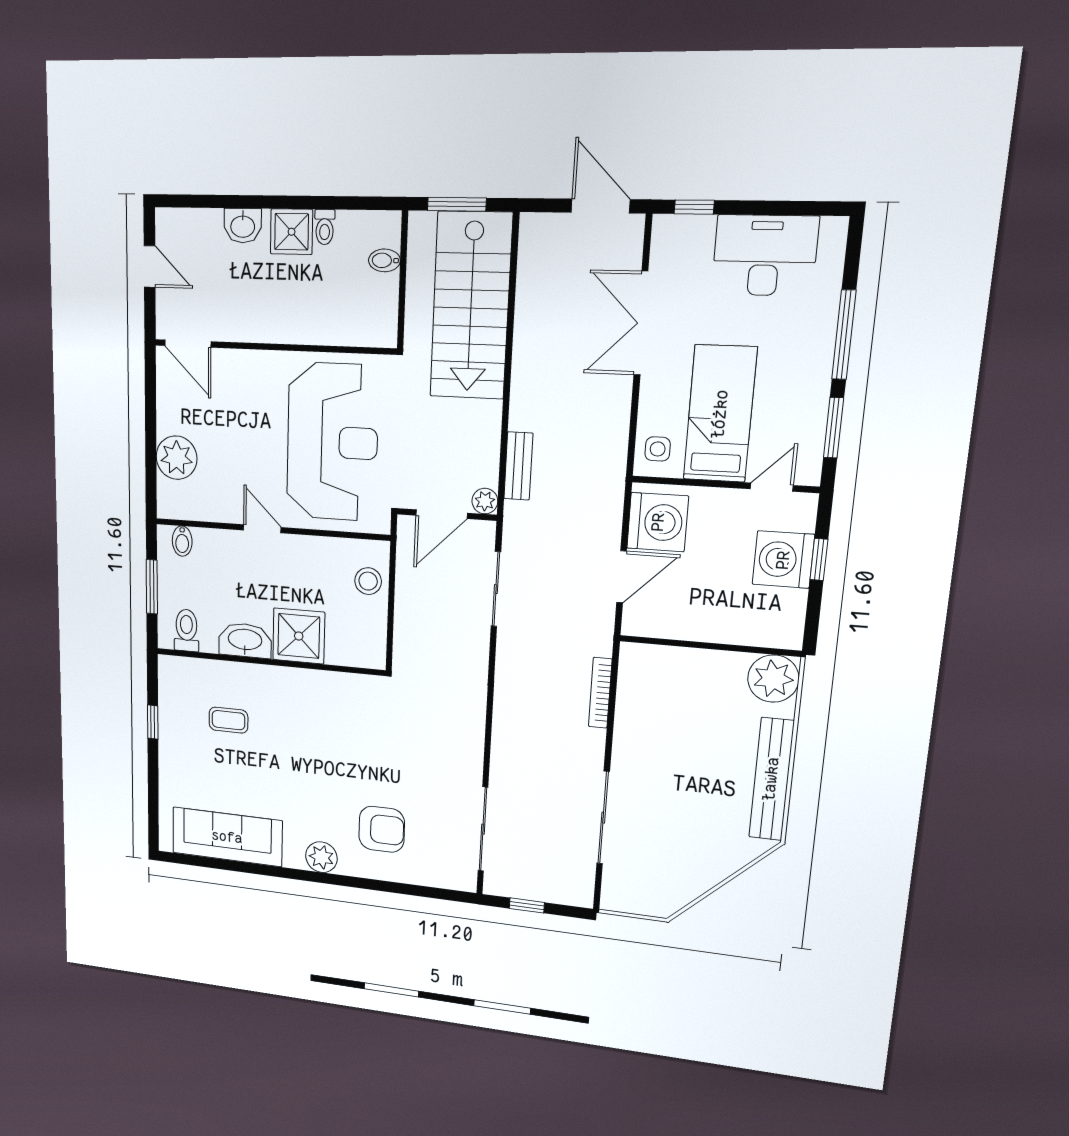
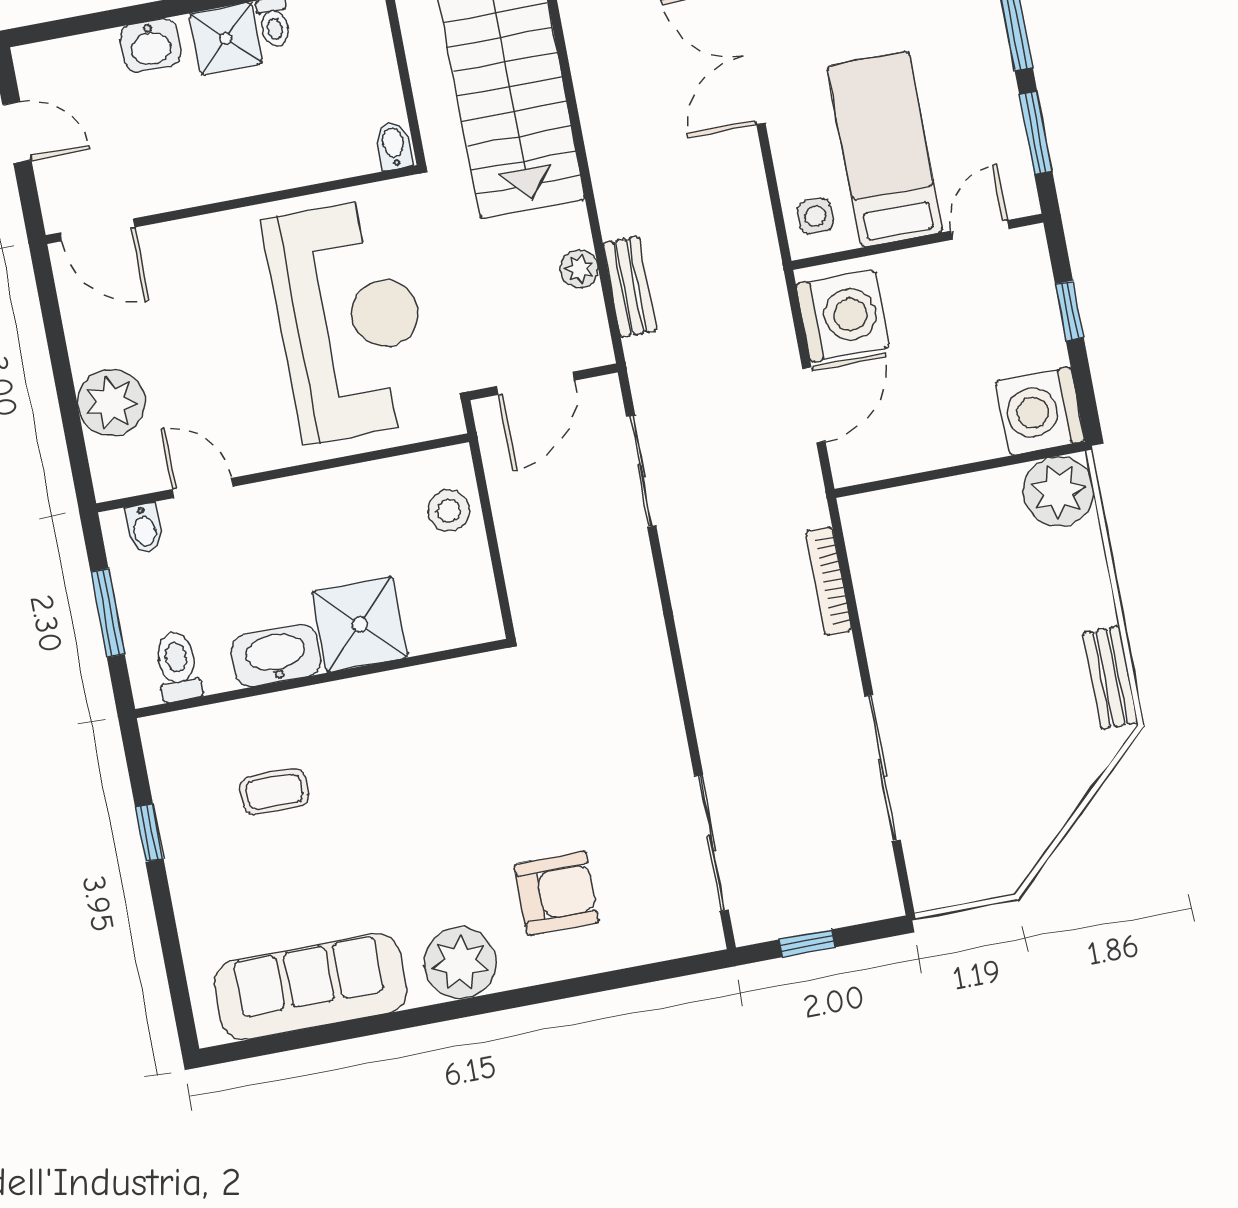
bidet: (384, 260) -> (394, 146), moved, turned 90
plant: (485, 501) -> (579, 269), moved
door: (262, 529) -> (203, 488), moved
washing machine: (783, 560) -> (1040, 411), moved
bench: (771, 779) -> (1110, 678), width x0.54, depth x0.82
plant: (321, 857) -> (460, 963), width x1.36, depth x1.36

